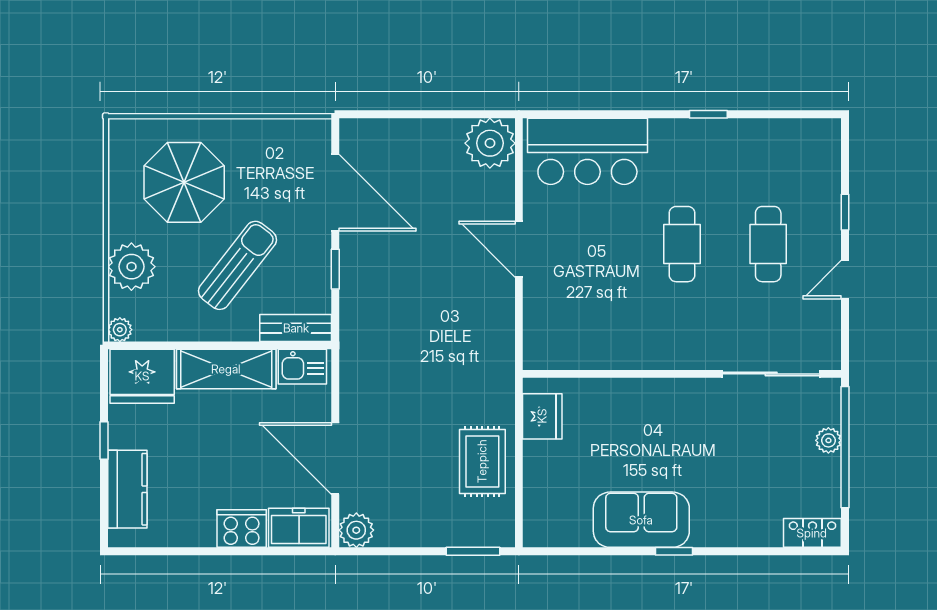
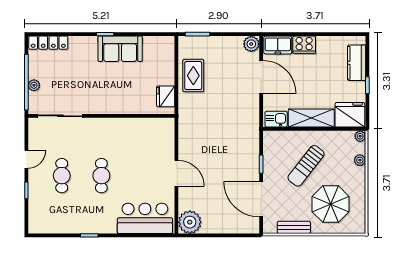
plant: (131, 267) -> (360, 160), width x0.53, depth x0.53
bench: (296, 328) -> (294, 227), moved
locker: (812, 533) -> (48, 43), width x1.53

